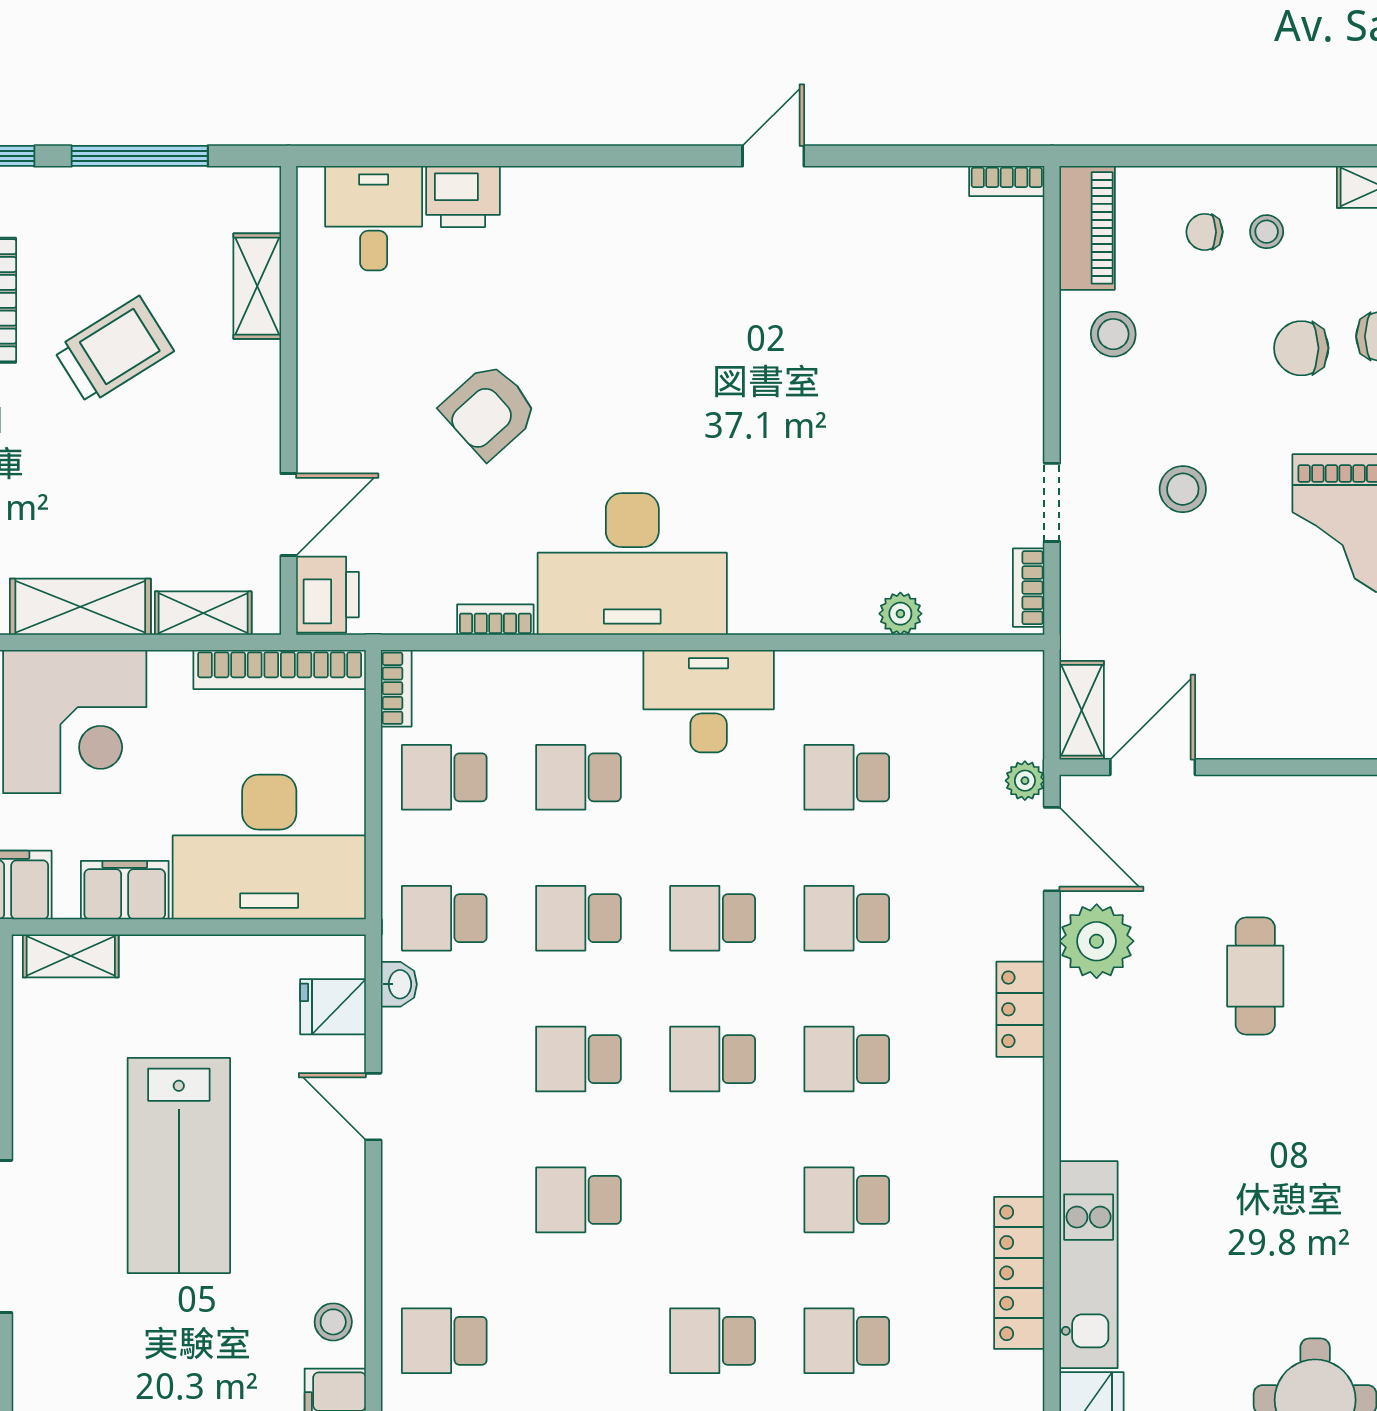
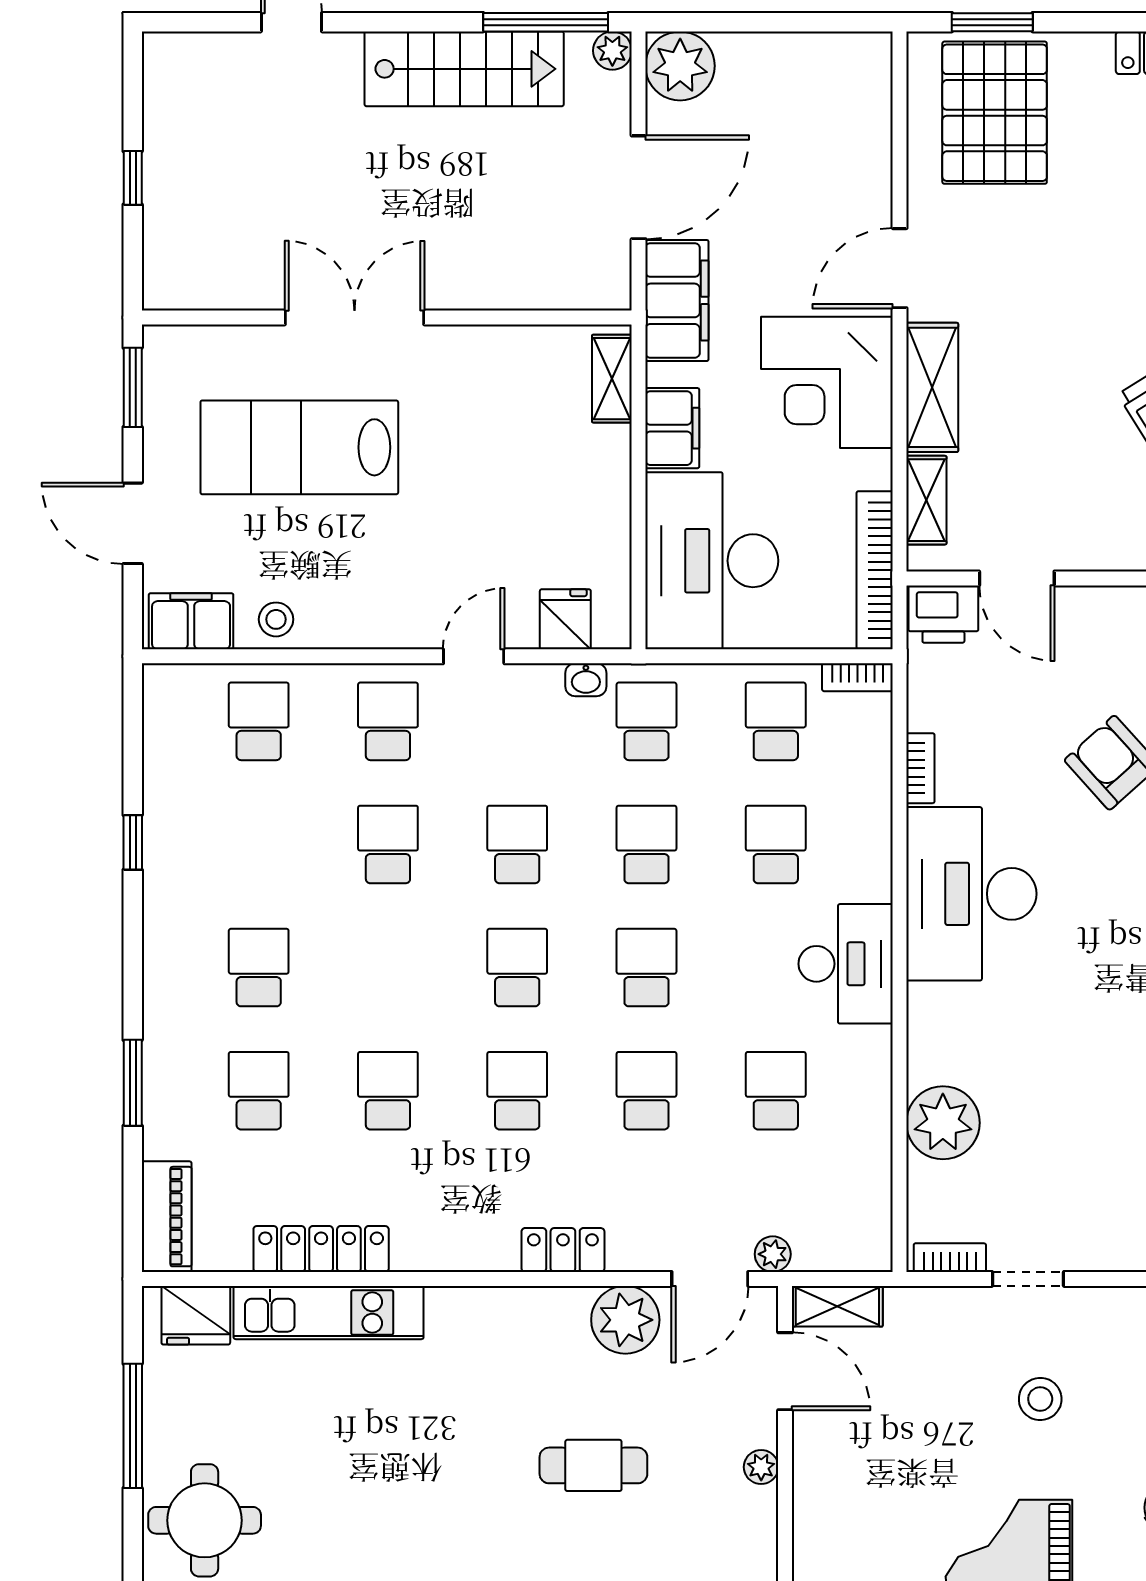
plant: (900, 614) -> (943, 1123), width x1.88, depth x1.88
plant: (1257, 793) -> (761, 1467), added
lab bench: (179, 1165) -> (299, 447), moved
school desk: (444, 1200) -> (388, 721), added

